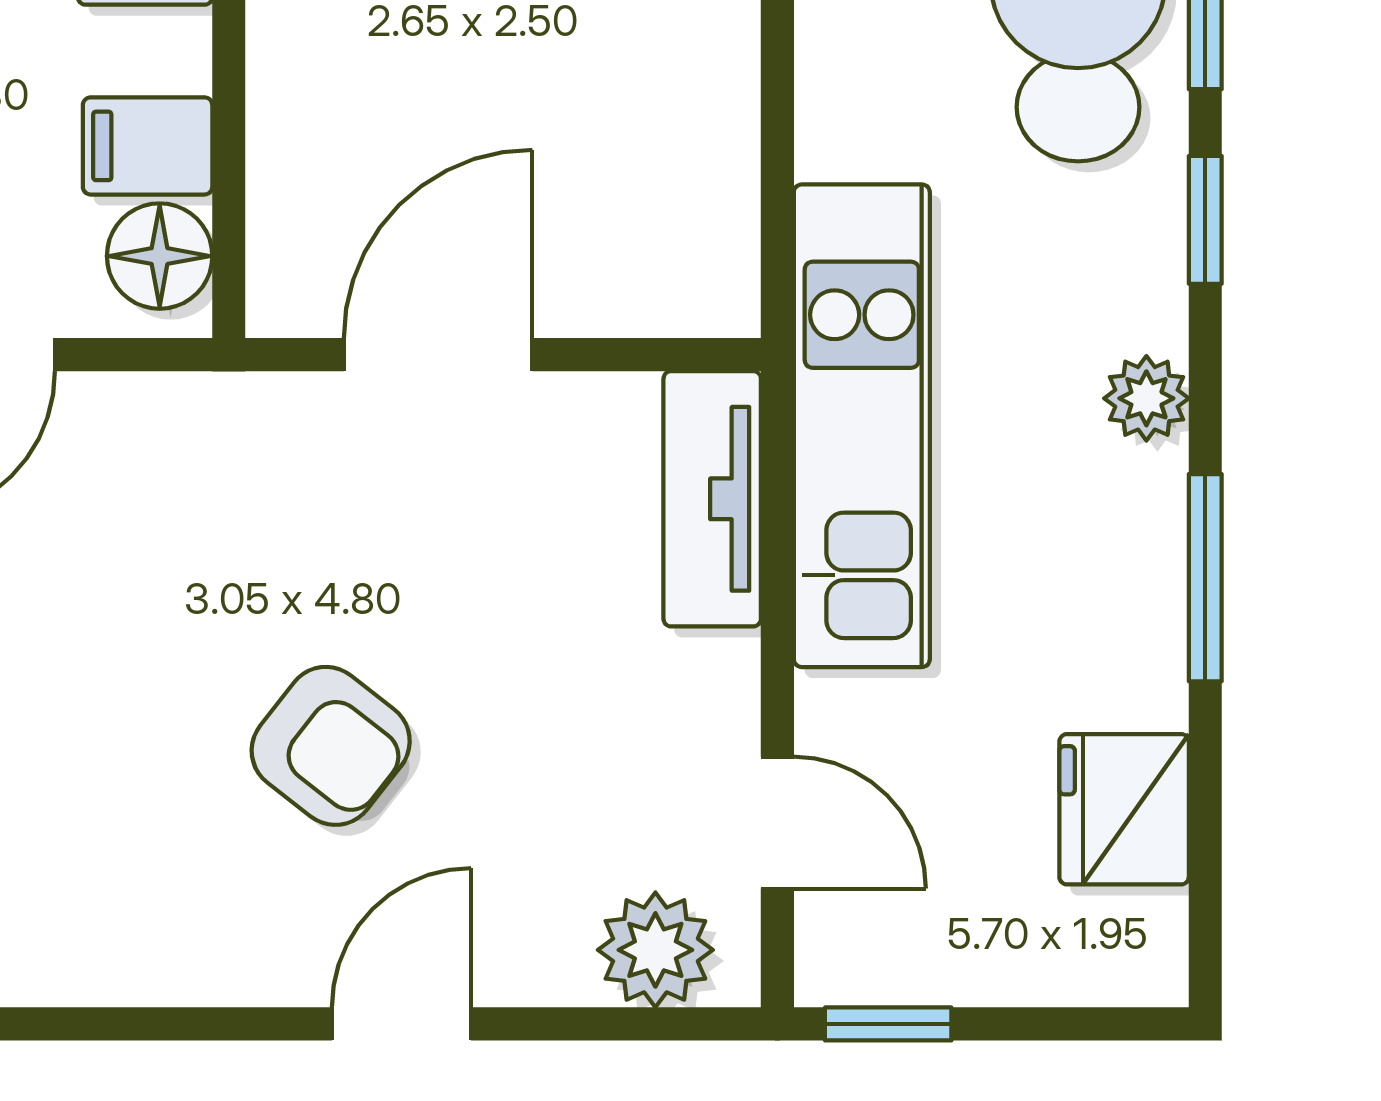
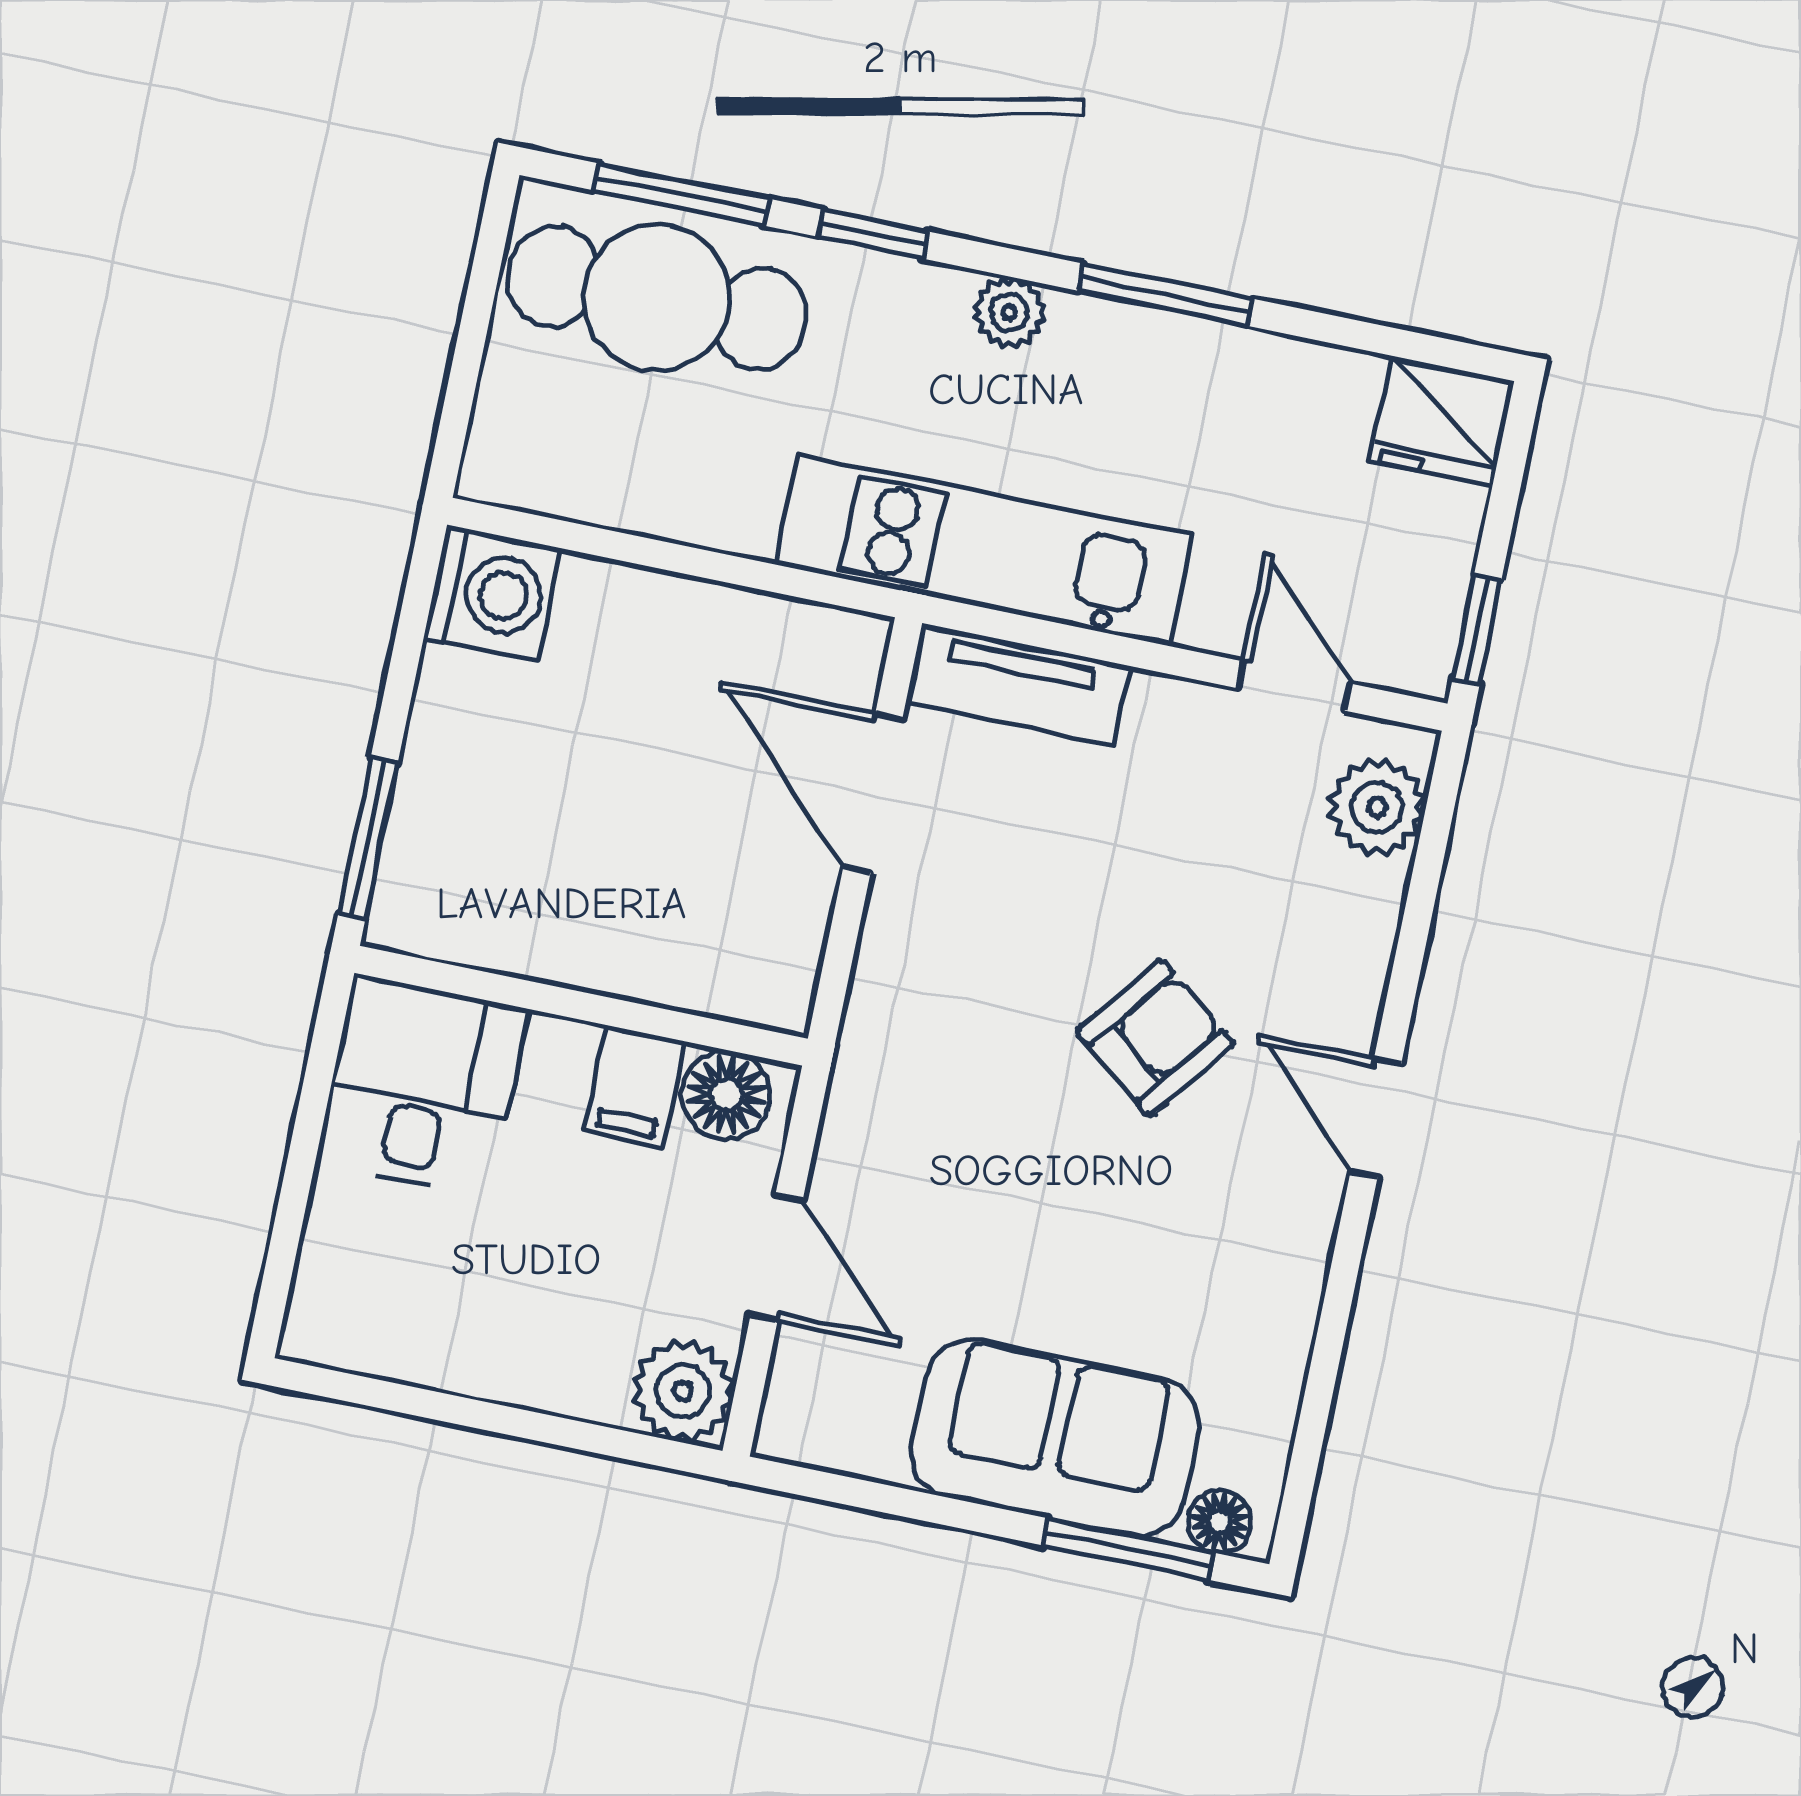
door: (438, 355) -> (873, 793), moved
fridge: (1124, 809) -> (1442, 421), moved
door: (777, 823) -> (1294, 686), hinge flipped
door: (402, 1024) -> (1376, 1118), moved

